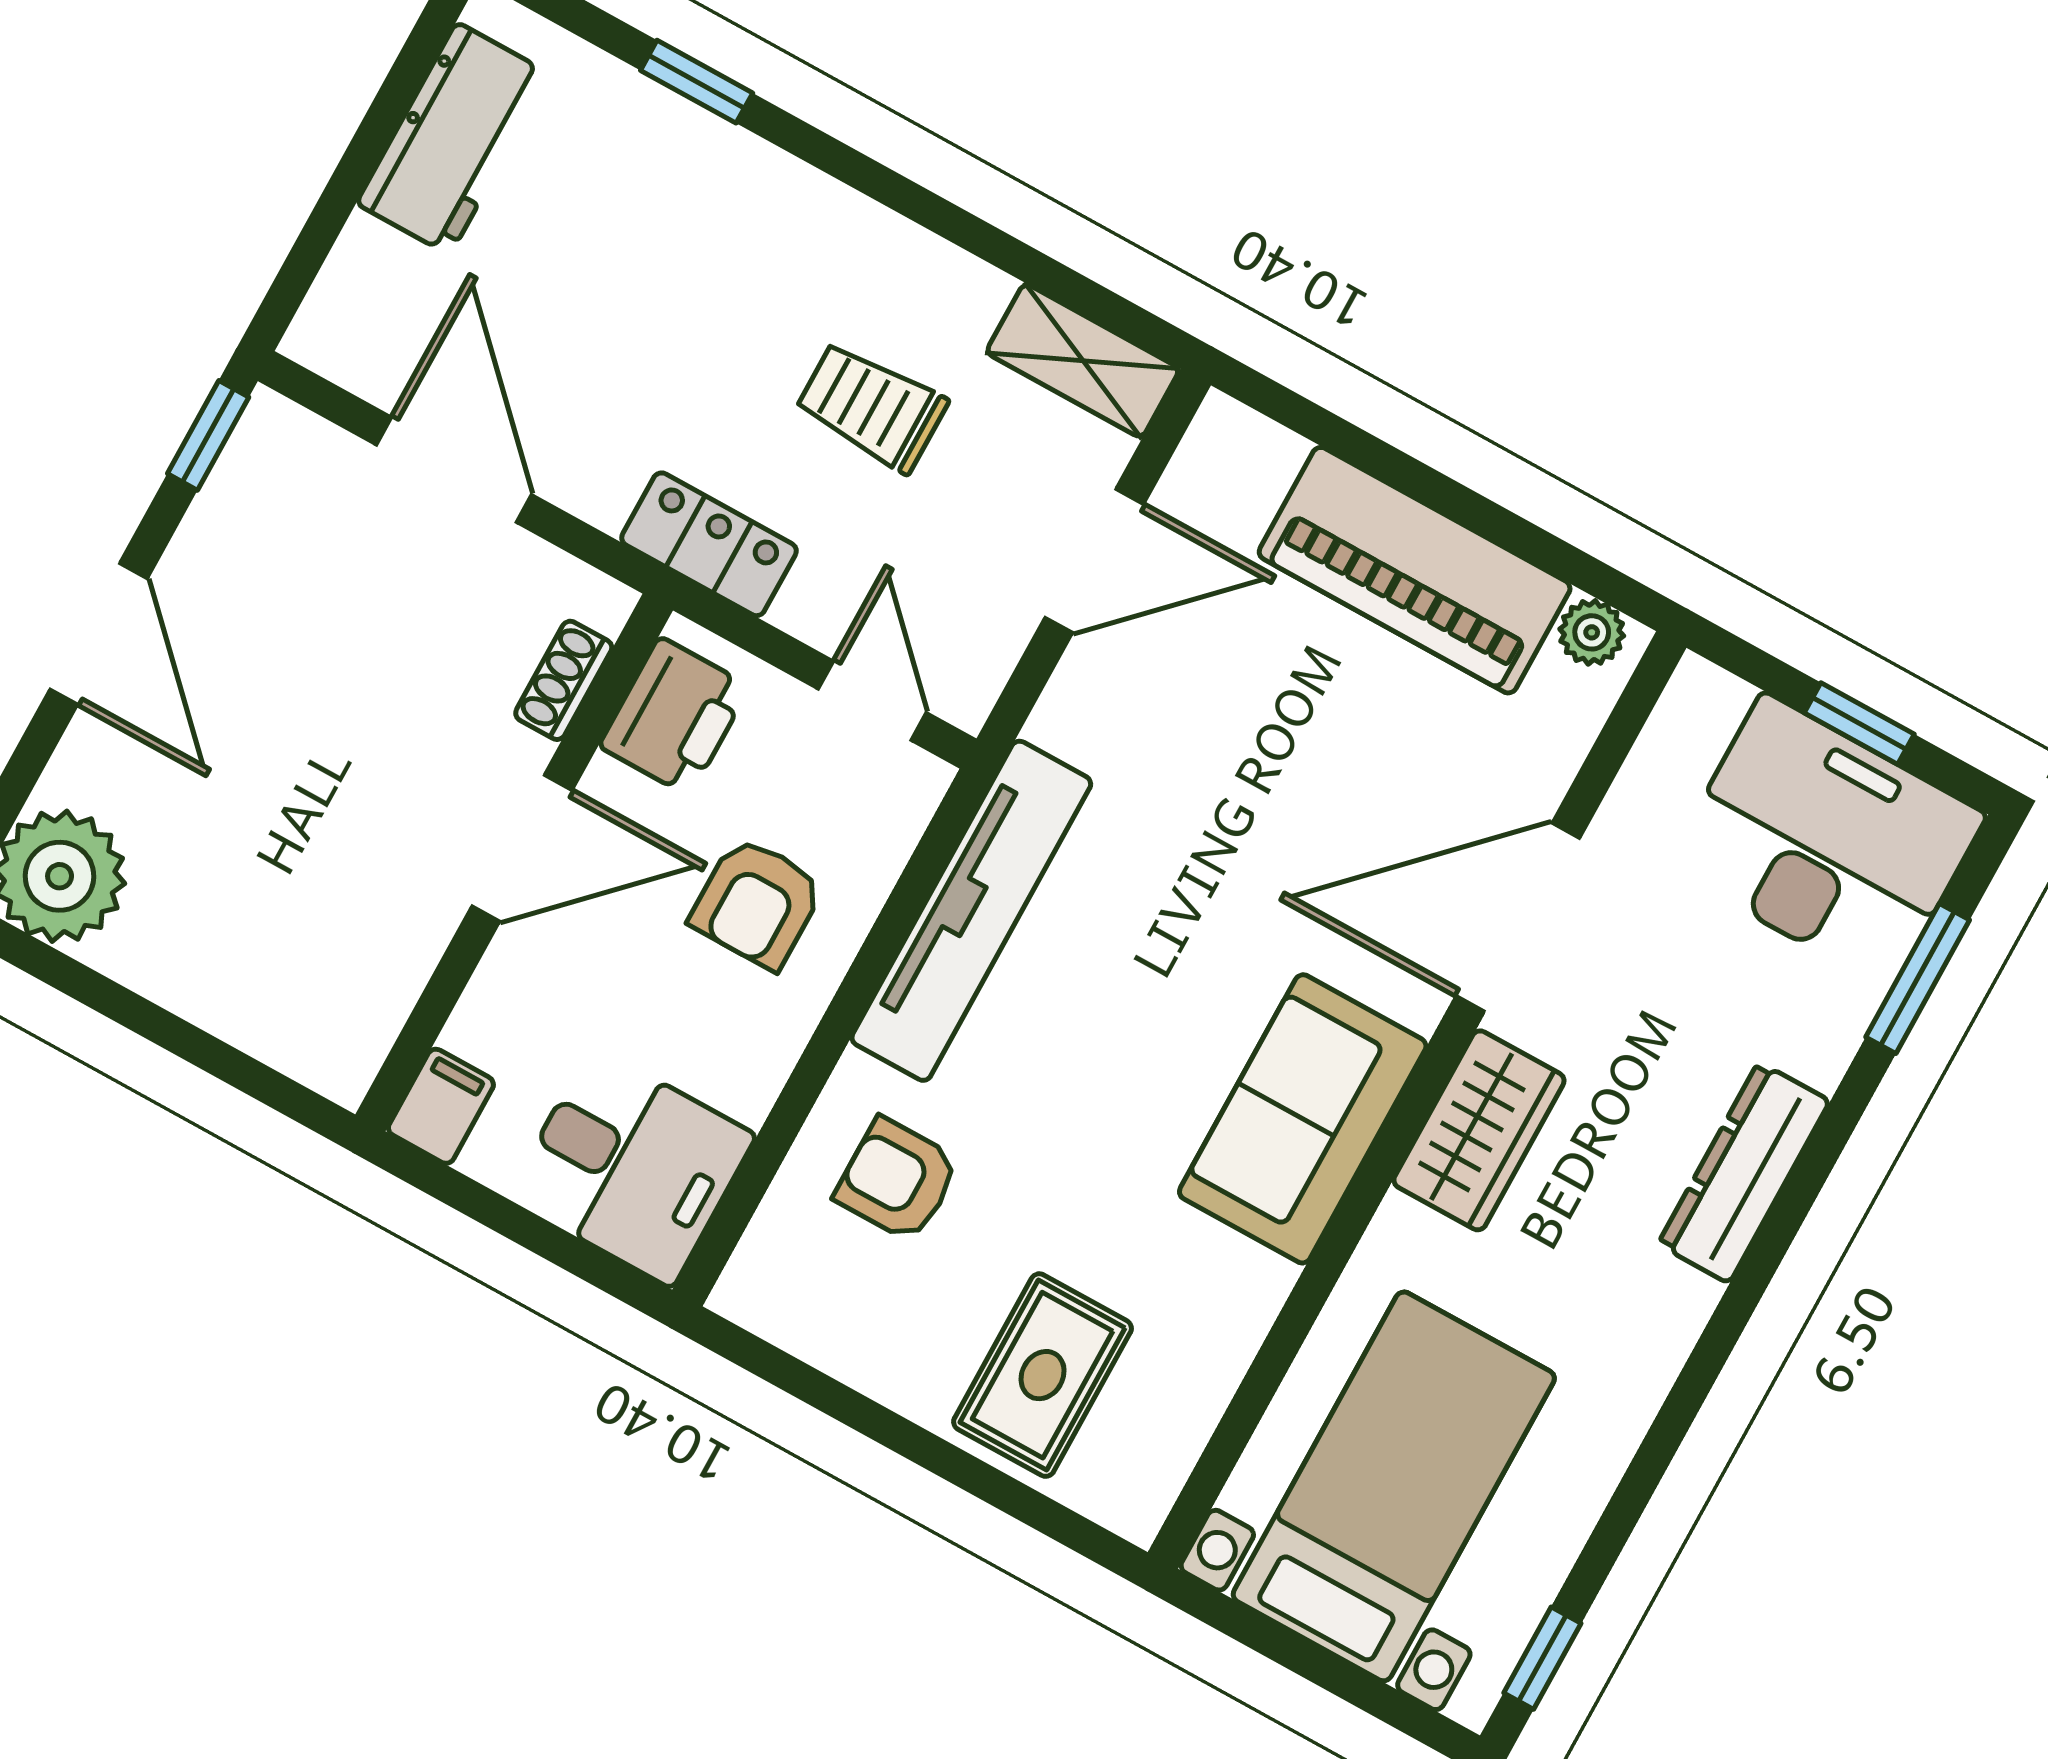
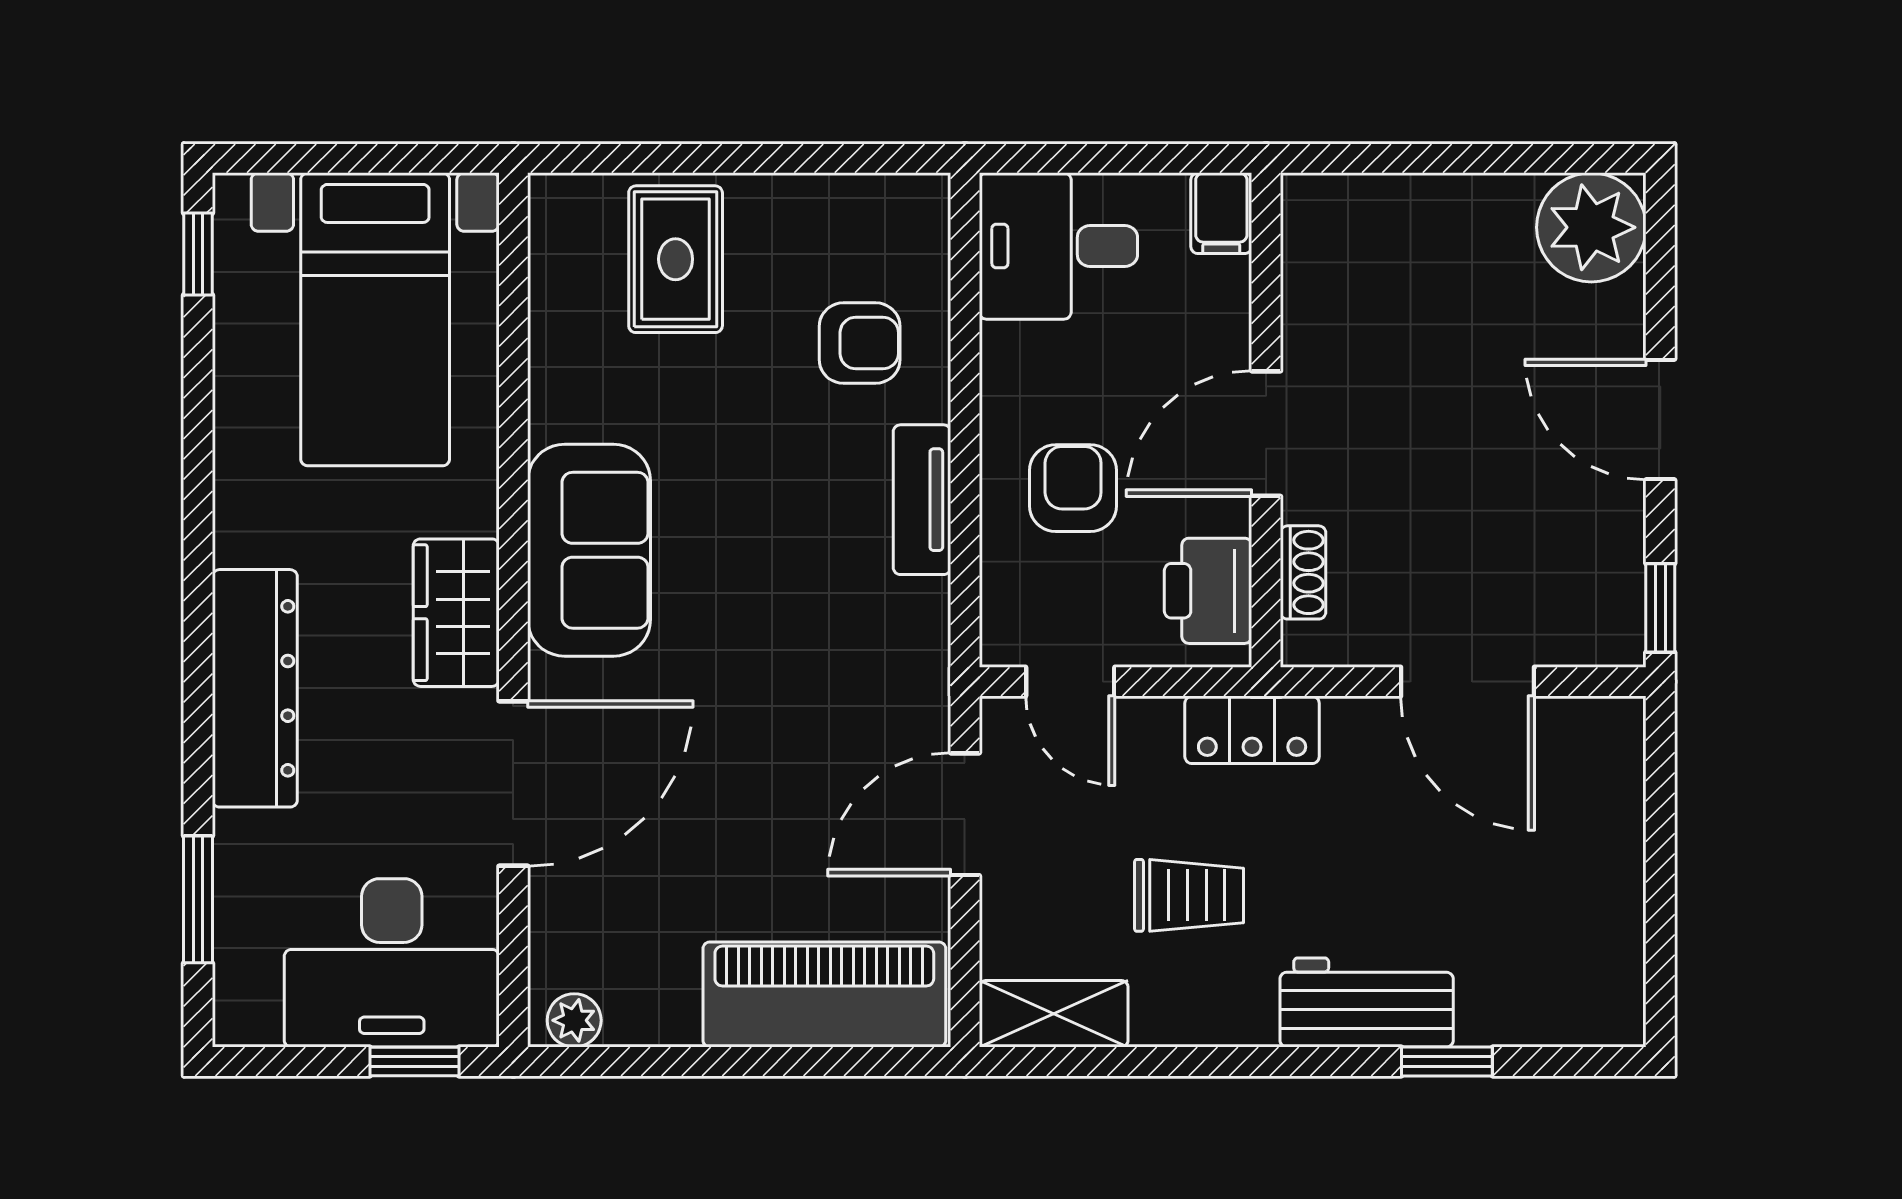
workbench: (453, 139) -> (1367, 1002), moved, turned 90
door: (1094, 561) -> (965, 814), moved
piano: (1415, 570) -> (824, 994), moved
window: (1859, 724) -> (414, 1062), moved
desk: (1826, 841) -> (392, 963), moved
tv unit: (971, 911) -> (922, 500), width x0.52, depth x0.78
dresser: (1744, 1173) -> (255, 688), width x1.37, depth x1.24

